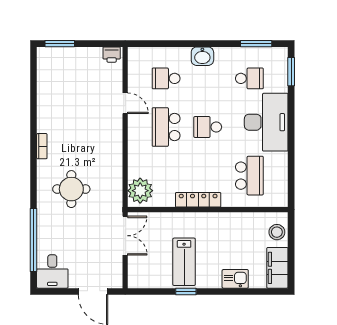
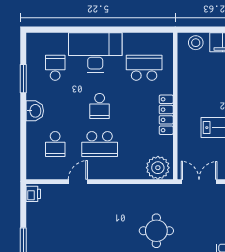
window: (256, 44) -> (23, 79), moved
window: (291, 72) -> (49, 30), removed

